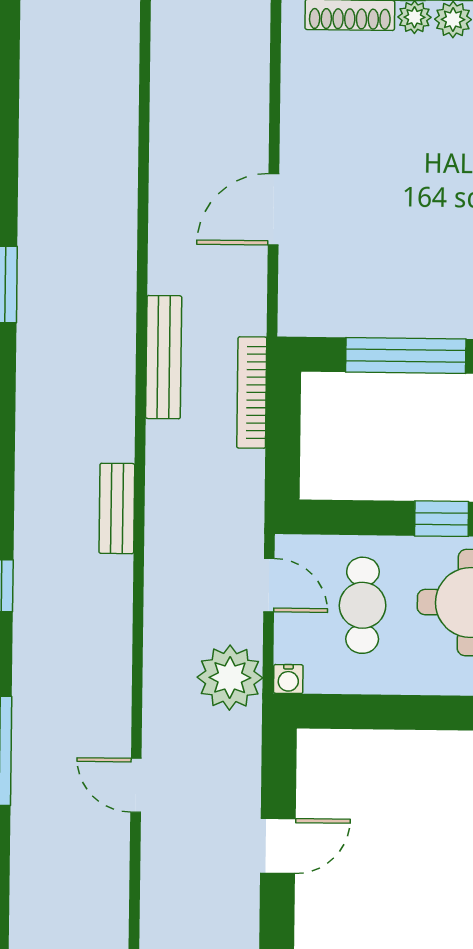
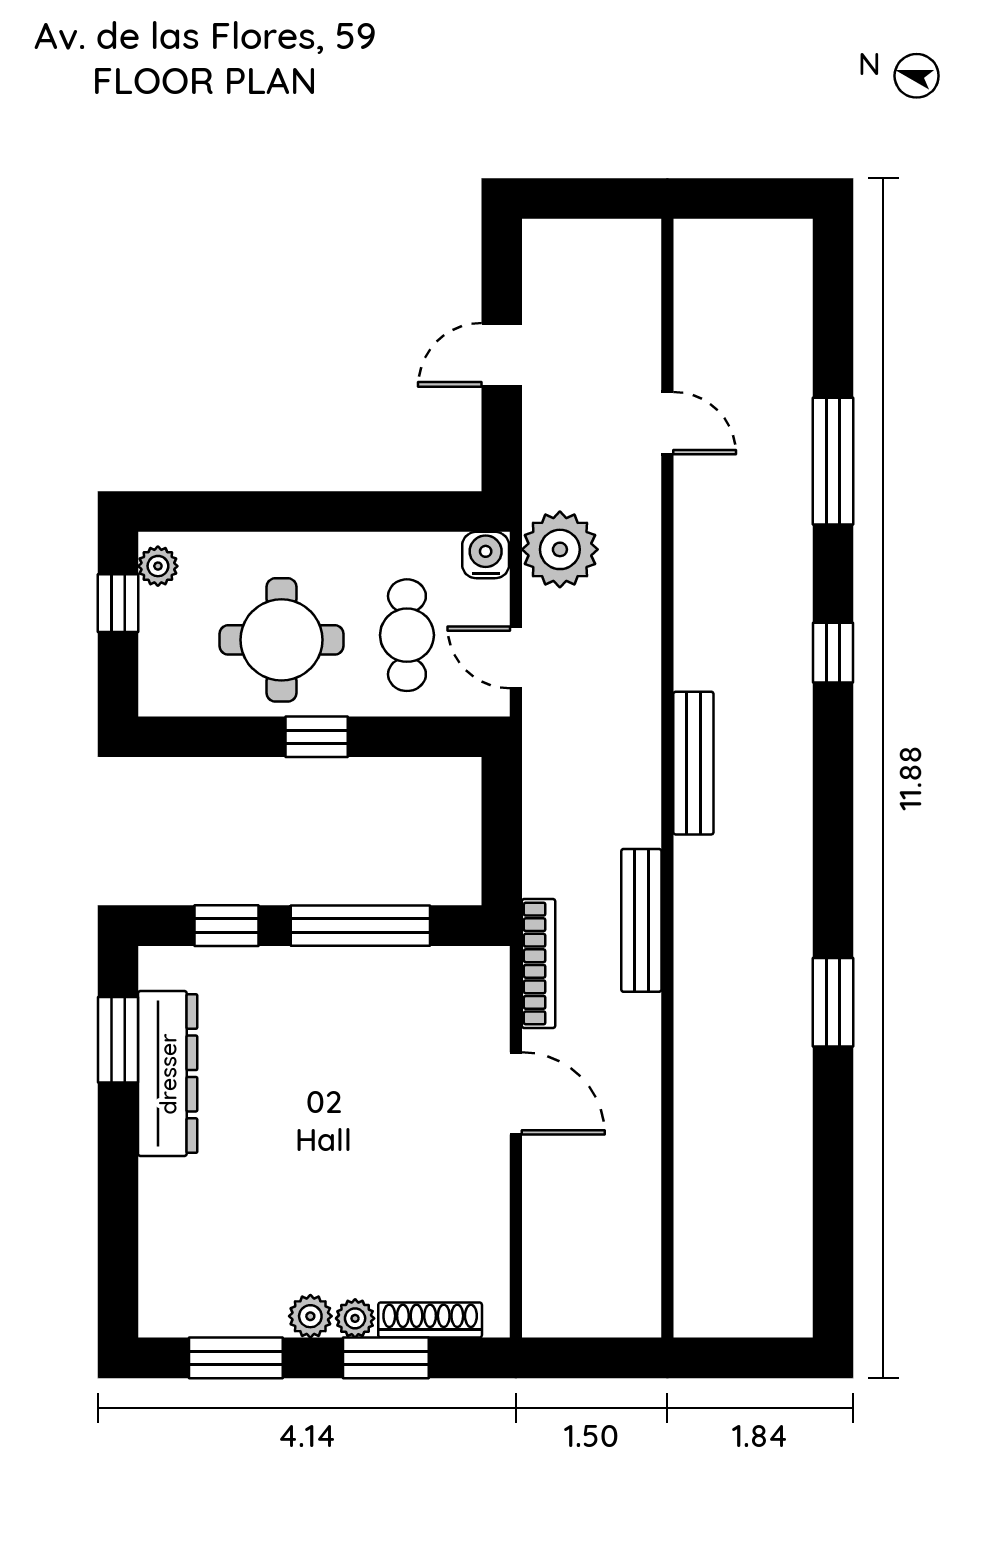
door: (274, 209) -> (516, 1093), hinge flipped
bookcase: (252, 393) -> (539, 964), moved
bench: (117, 508) -> (693, 763), width x1.36
water cooler: (288, 679) -> (486, 555), width x1.38, depth x1.38

